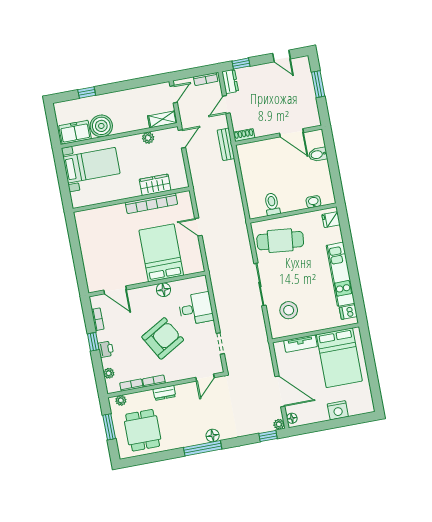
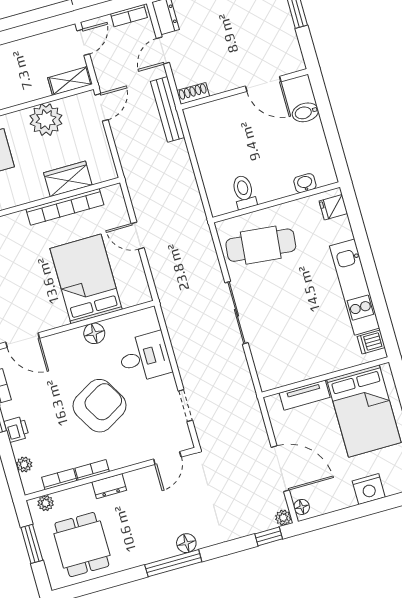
plant: (148, 138) -> (46, 120), width x1.87, depth x1.87
bench: (226, 144) -> (168, 109), width x1.36
stool: (289, 310) -> (283, 347), removed

